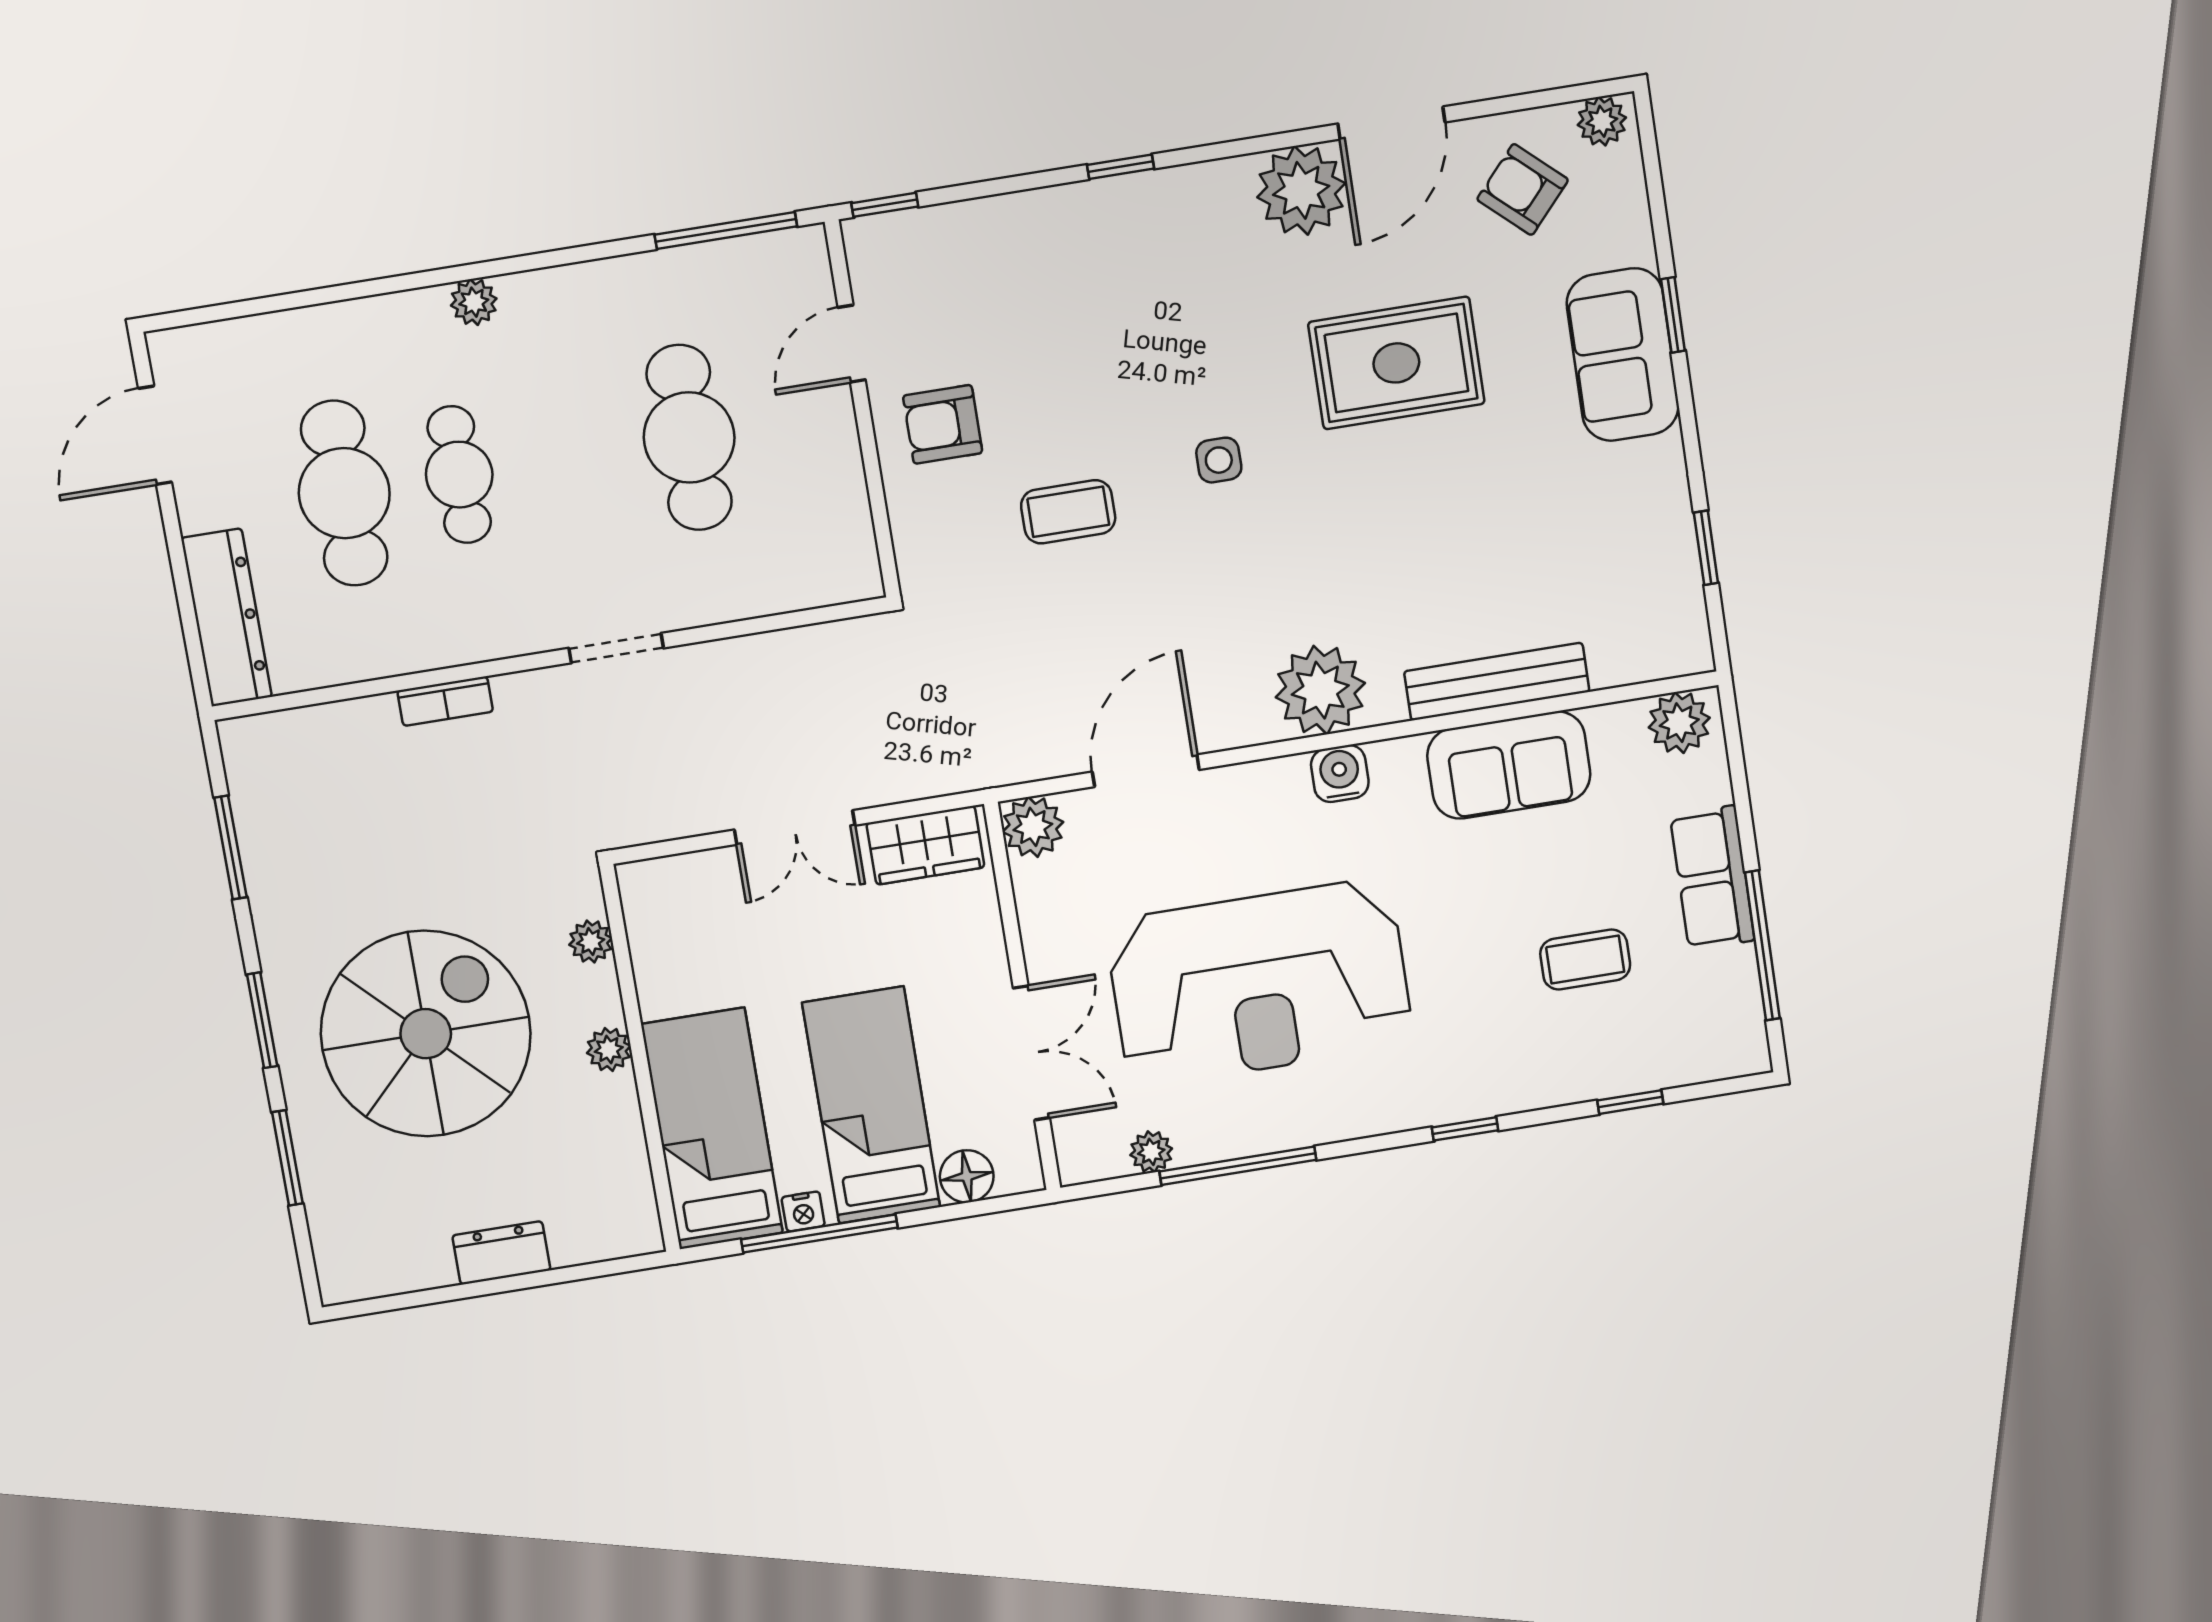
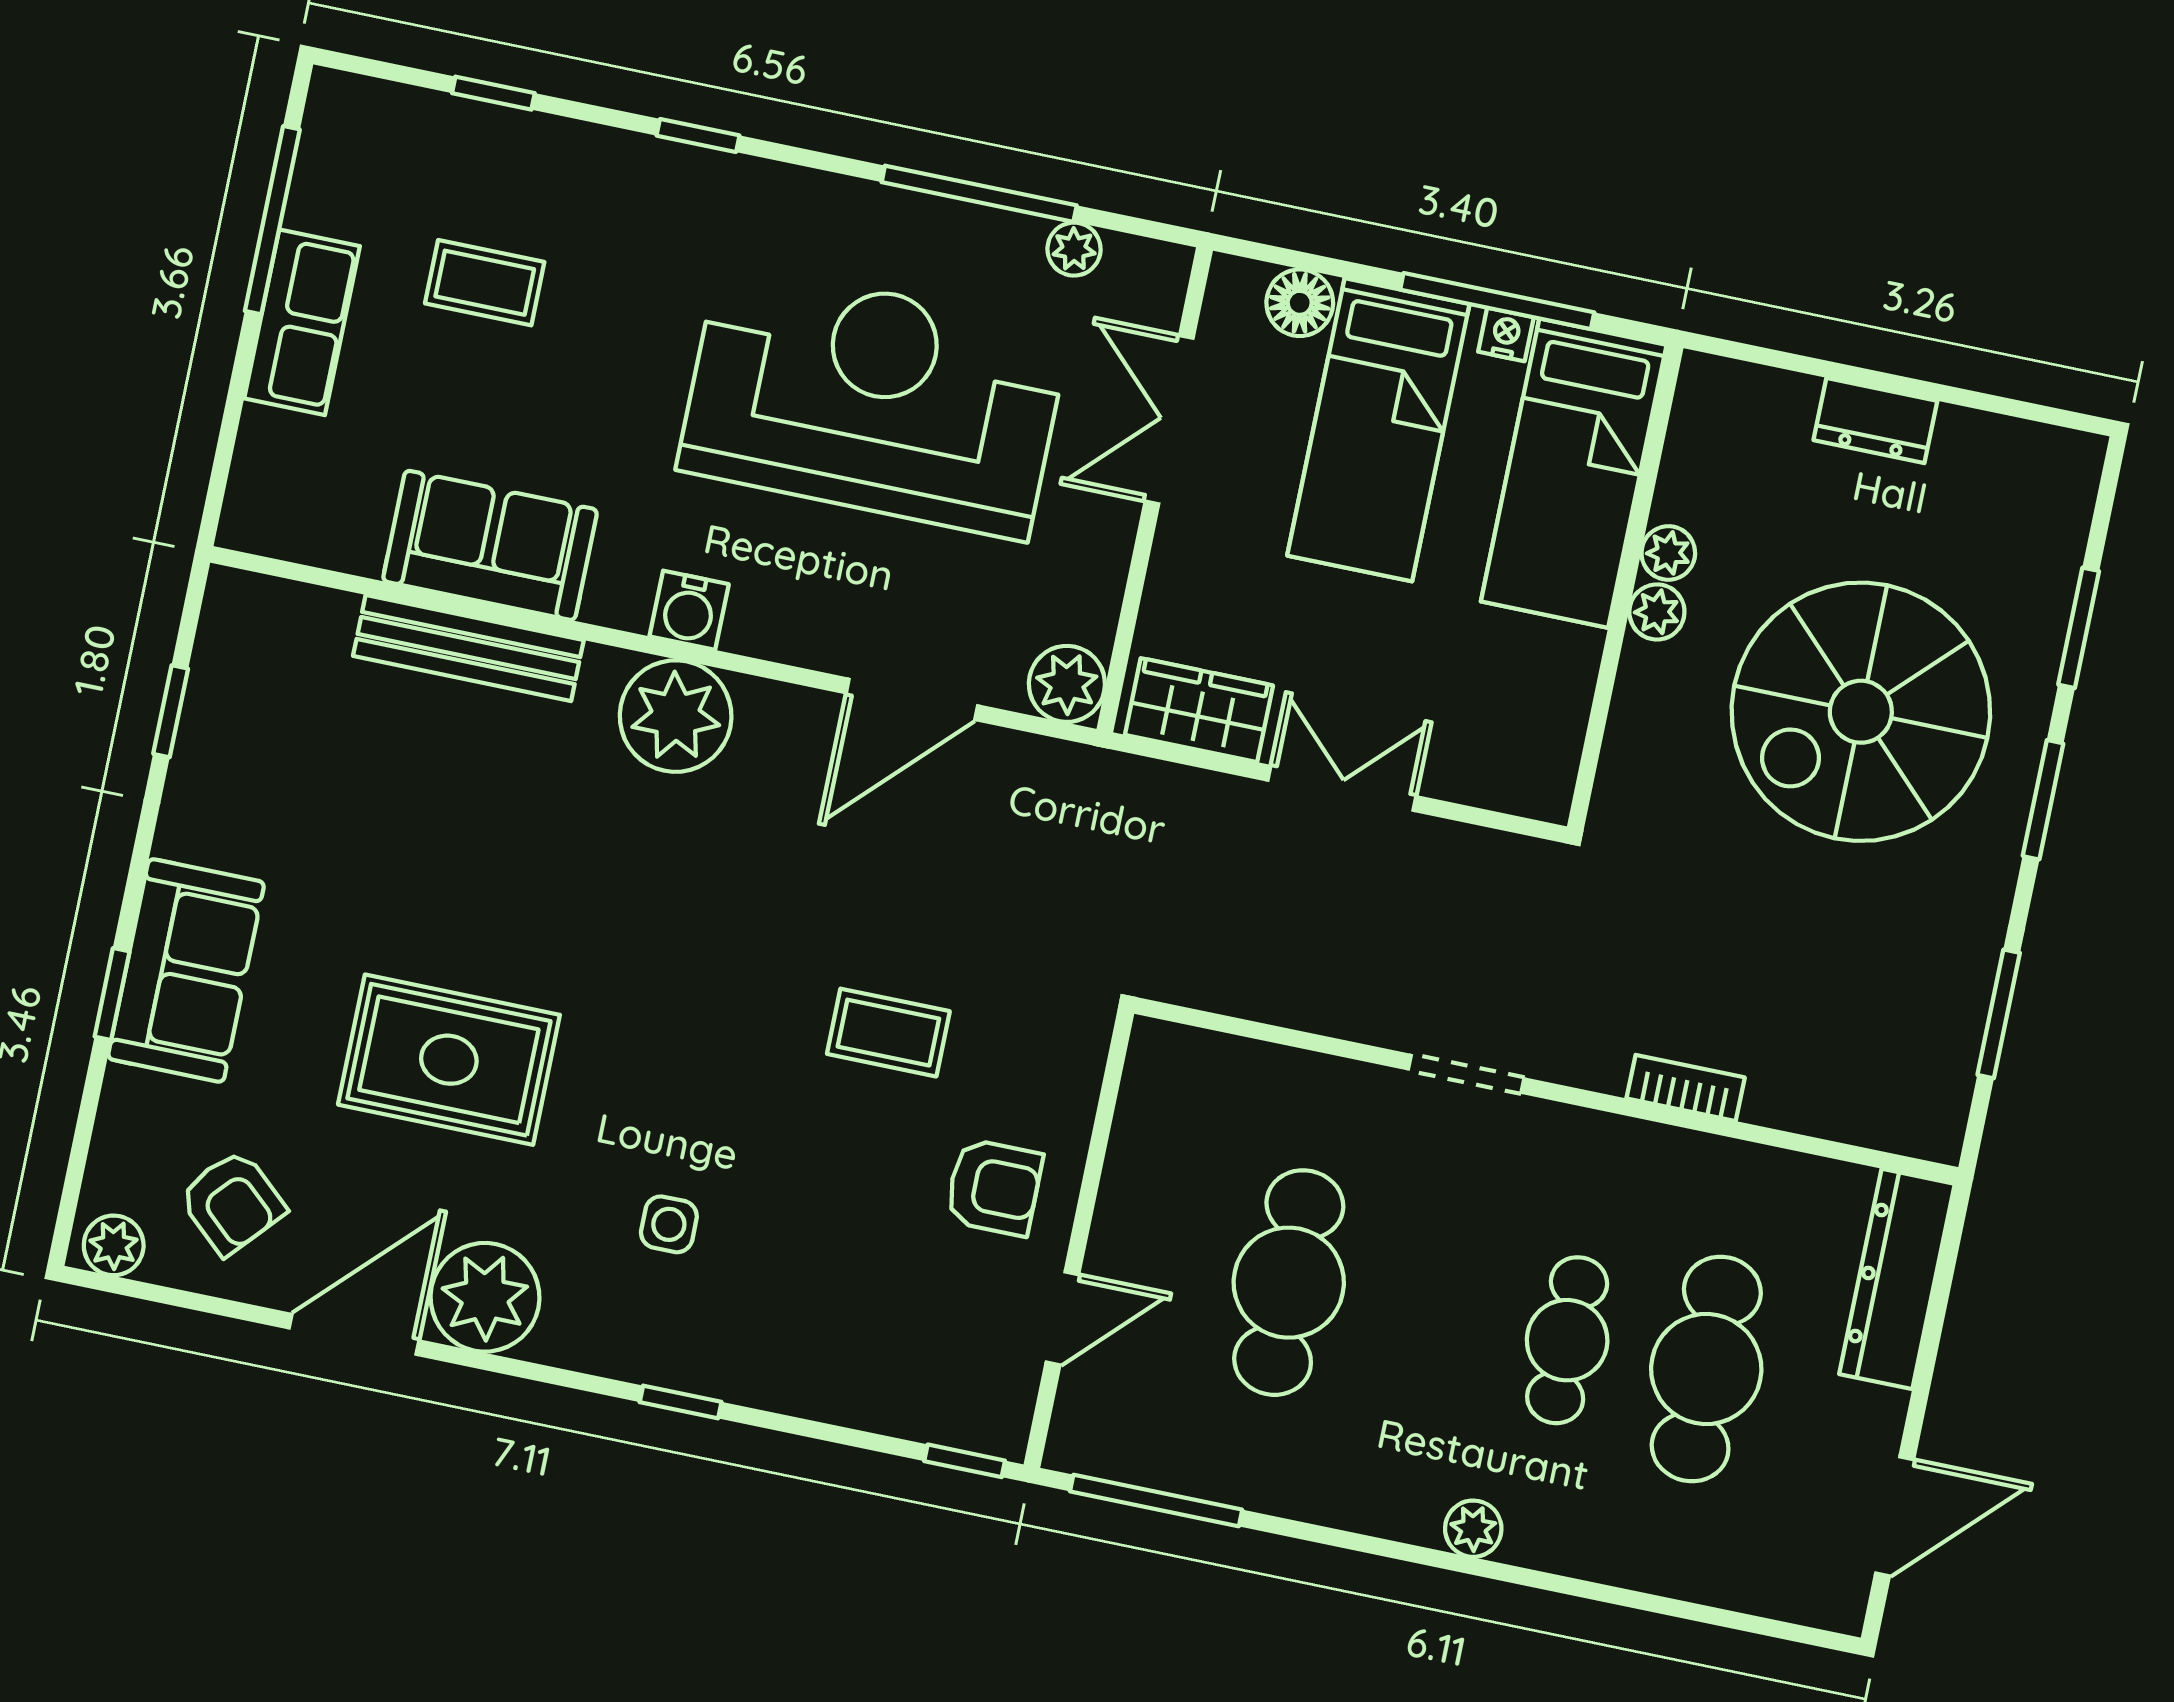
side table: (1219, 460) -> (669, 1224), moved
plant: (1679, 723) -> (275, 519), removed
plant: (591, 942) -> (1668, 553), moved

